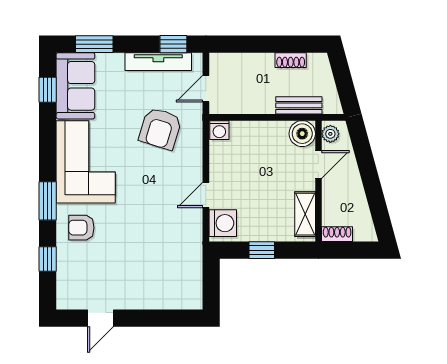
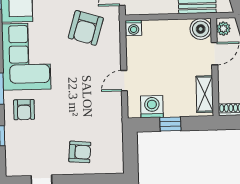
washing machine: (223, 223) -> (152, 107), moved, turned -90
armchair: (81, 228) -> (24, 110), turned -90
armchair: (149, 282) -> (80, 152), added

